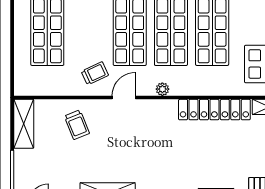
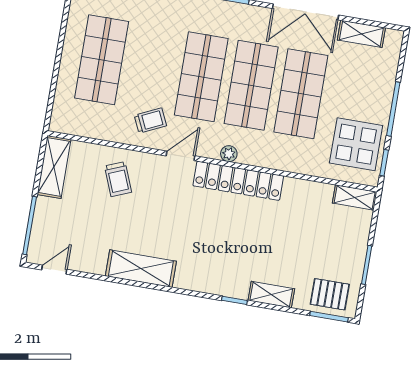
locker: (214, 110) -> (238, 181), moved

